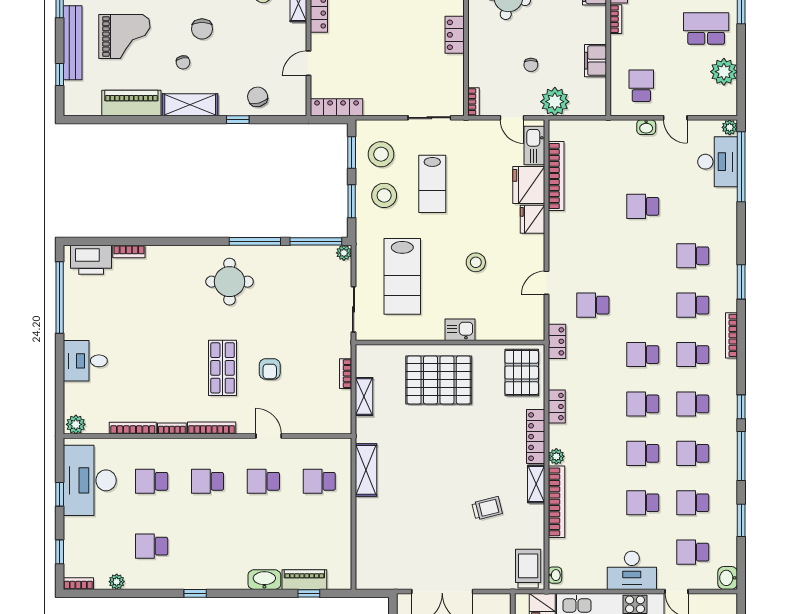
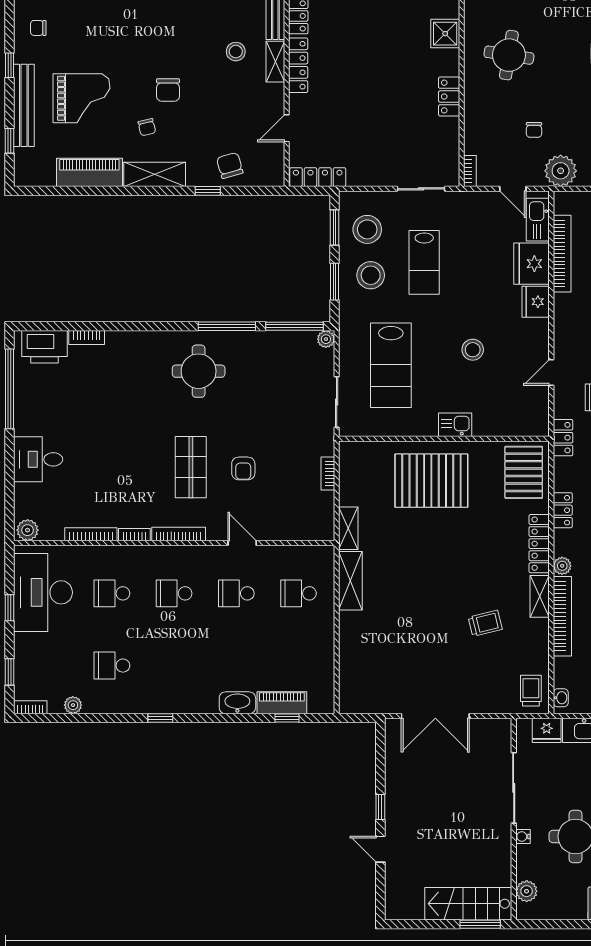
shelving: (364, 397) -> (348, 528), moved
trolley: (528, 569) -> (531, 691), width x0.73, depth x0.72

